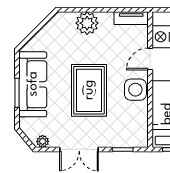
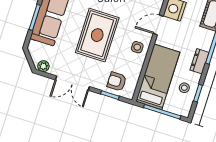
side table: (135, 90) -> (137, 47), width x0.54, depth x0.54
armchair: (125, 133) -> (117, 81), added

